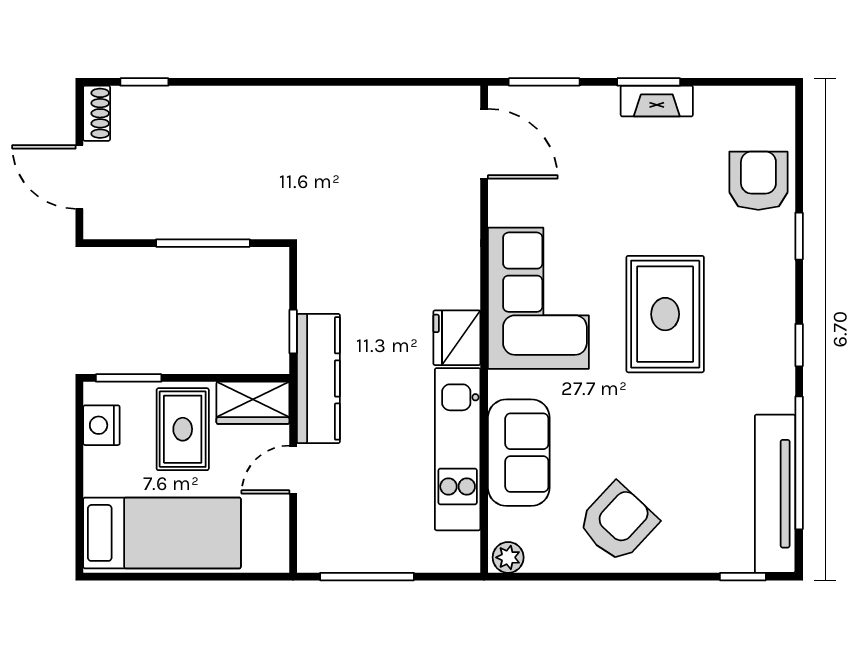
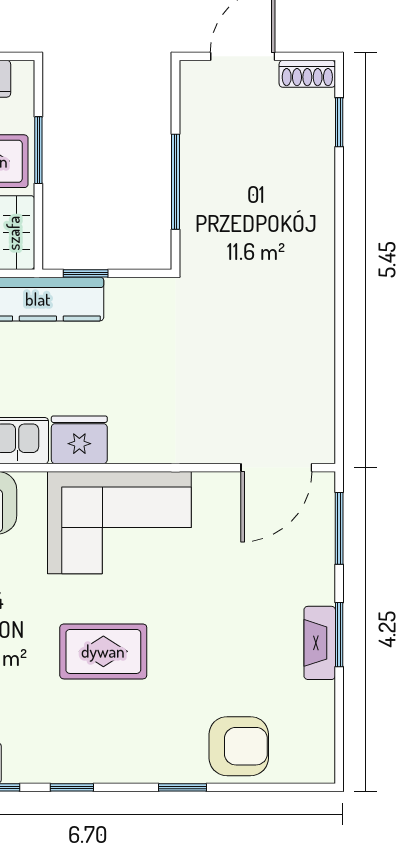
rug: (665, 314) -> (103, 651), width x0.73, depth x0.70
window: (129, 378) -> (38, 150), moved

